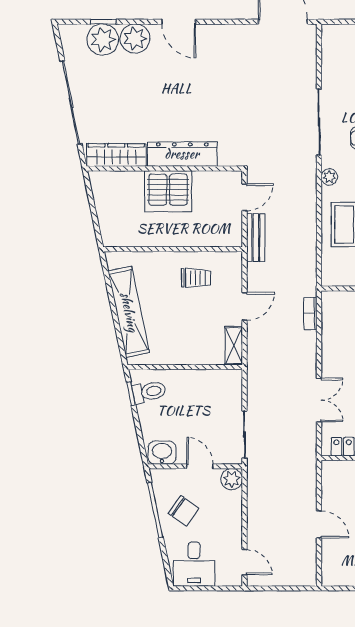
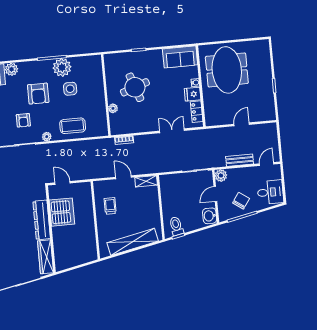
server rack: (168, 191) -> (62, 212), moved
bench: (256, 238) -> (240, 160), moved

